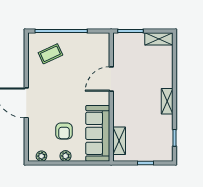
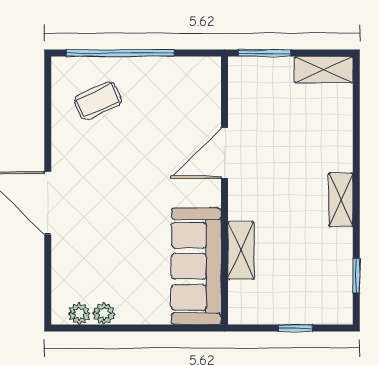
armchair: (64, 131) -> (126, 261), removed
shelving: (119, 141) -> (241, 251), moved
plant: (65, 156) -> (104, 313), moved

